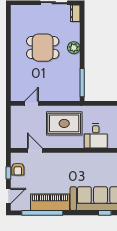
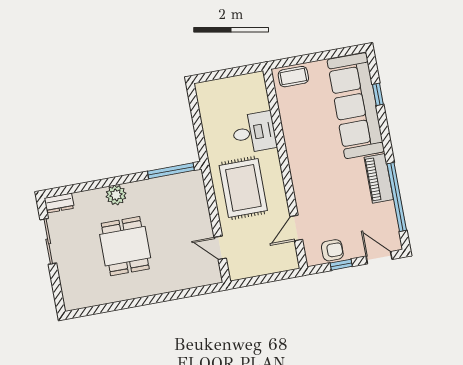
piano: (50, 202) -> (379, 178), width x0.73, depth x0.75

